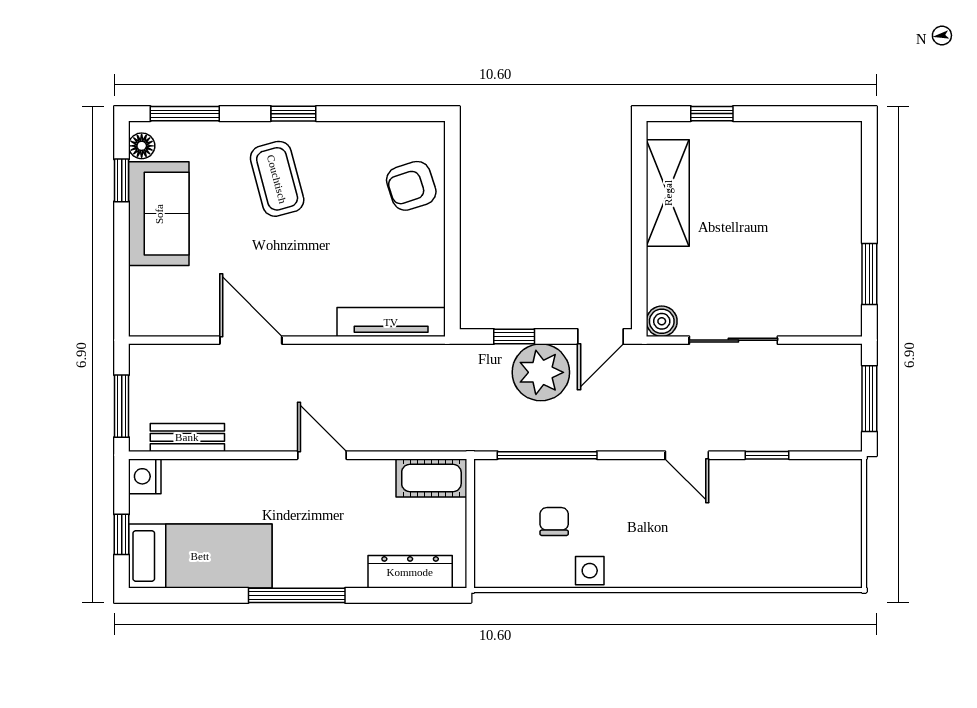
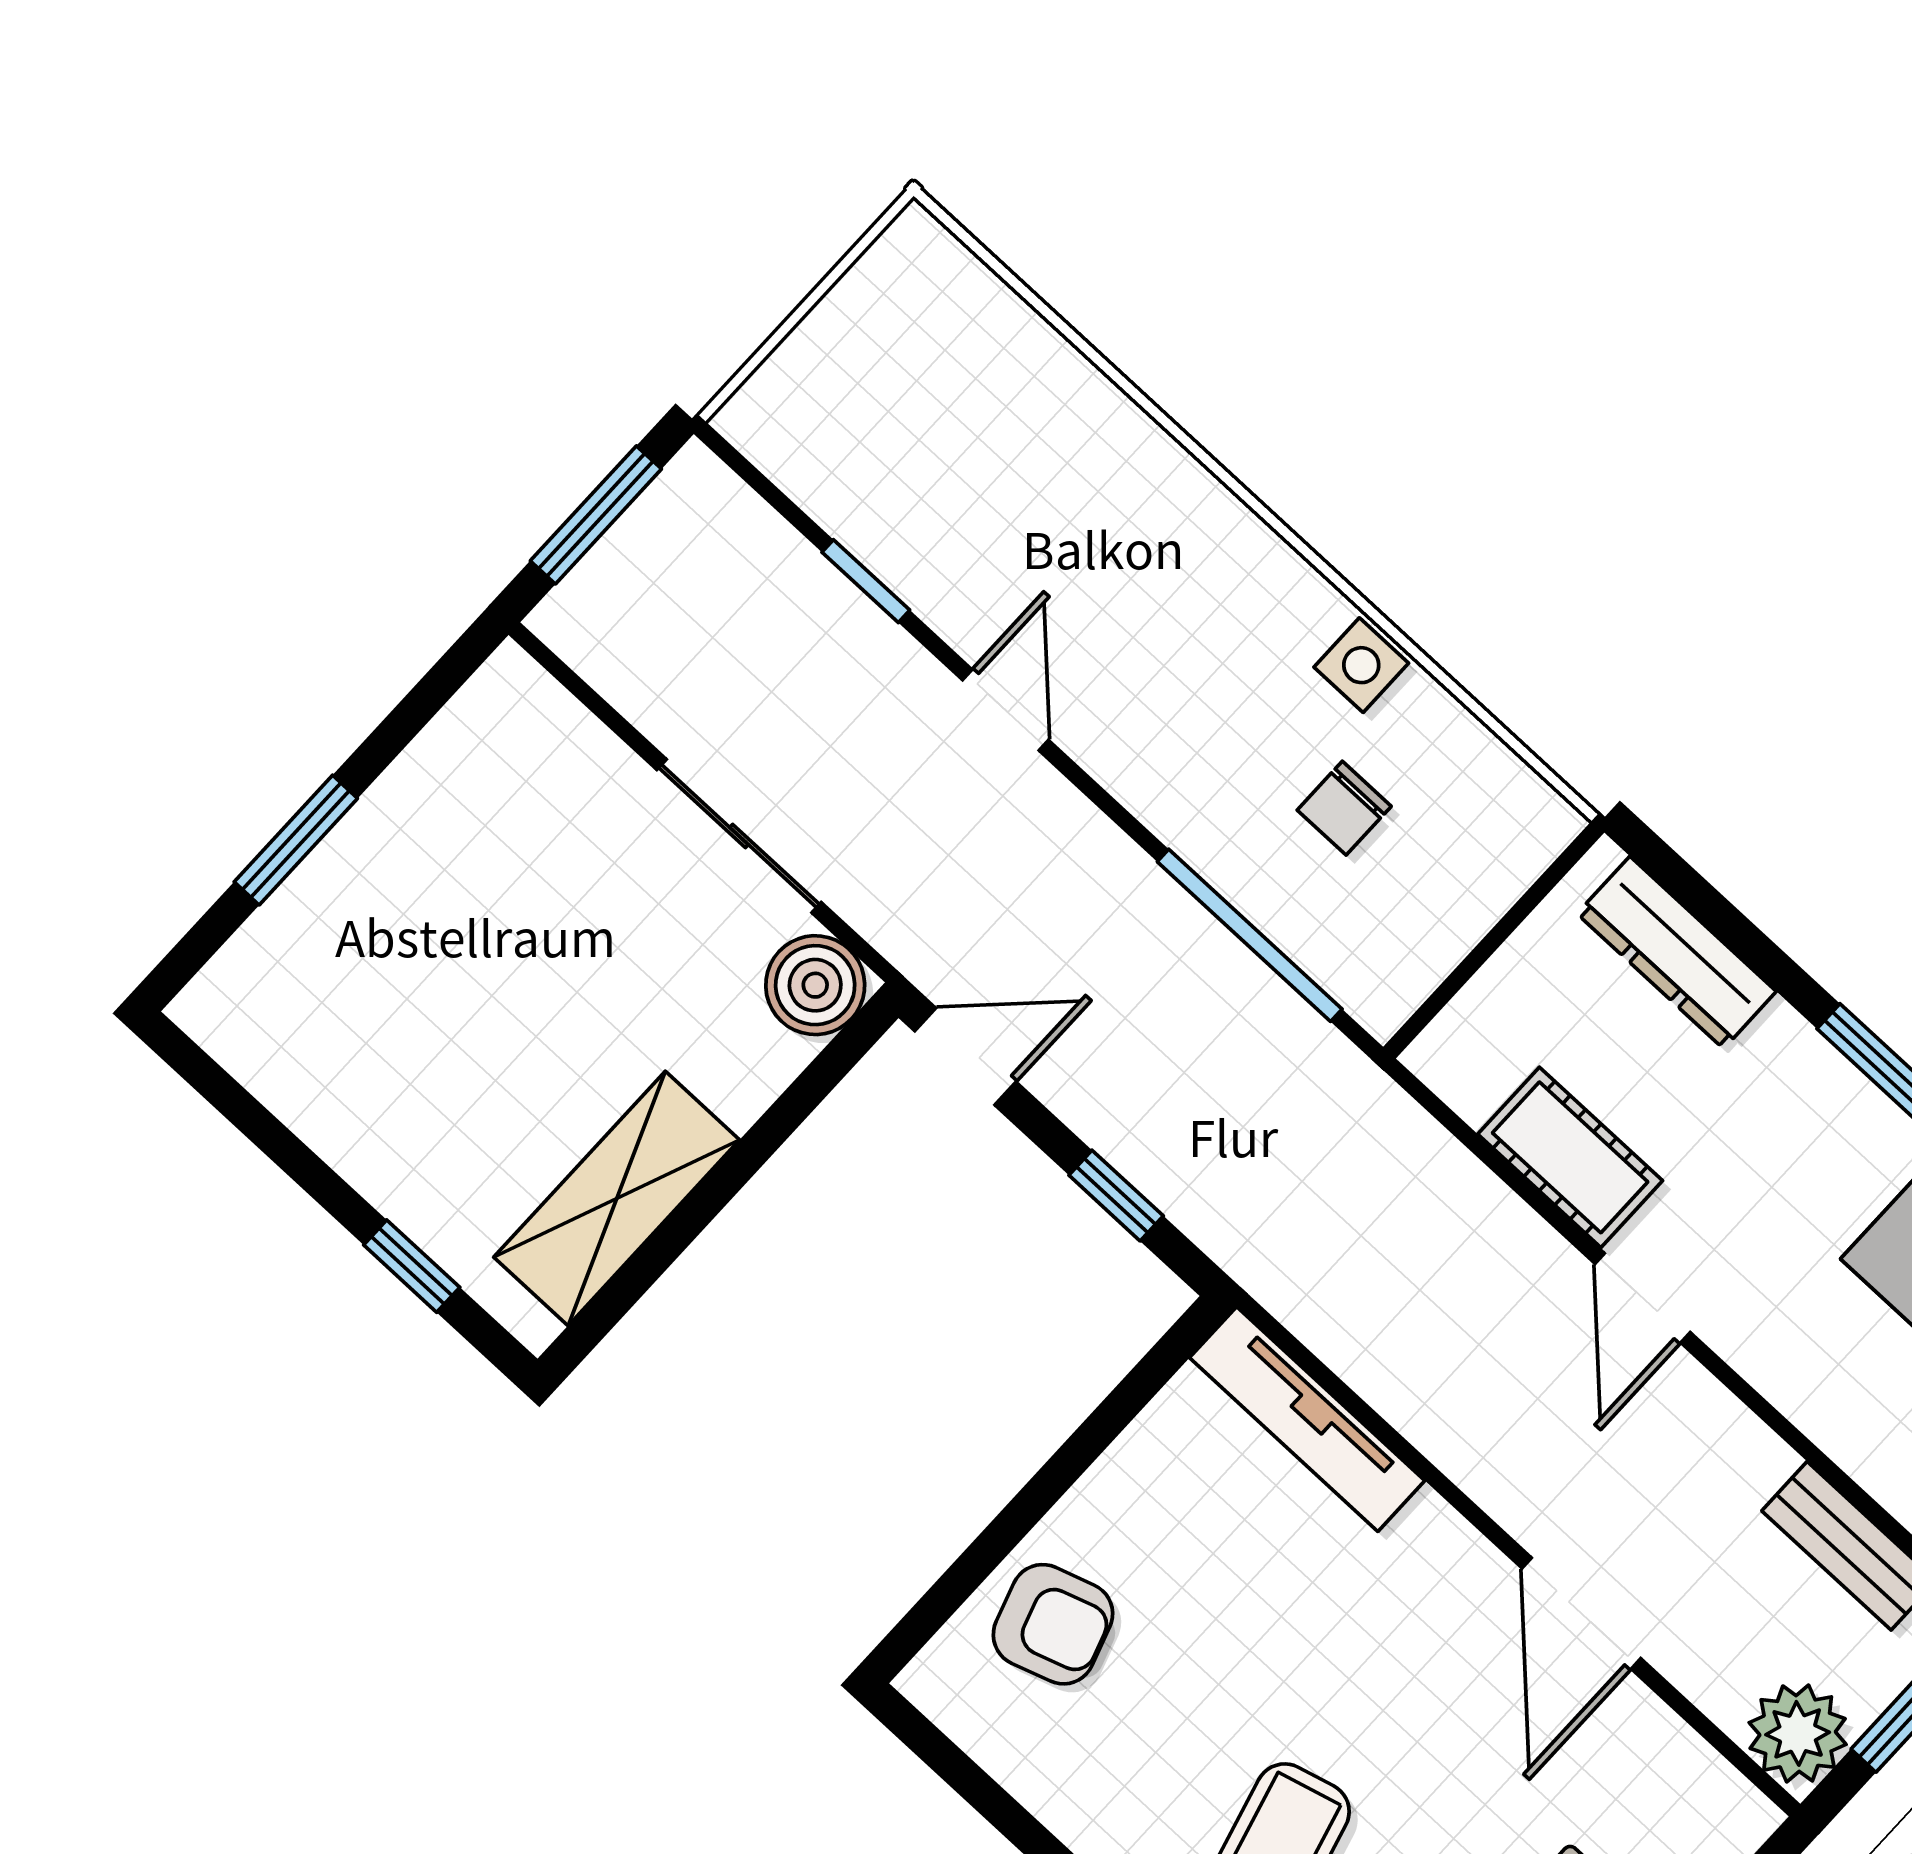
window: (869, 274) -> (296, 840), moved
boiler: (662, 321) -> (815, 985), width x1.36, depth x1.36
plant: (541, 372) -> (1798, 1733), moved, width x0.73, depth x0.73
cot: (431, 478) -> (1570, 1157), moved

